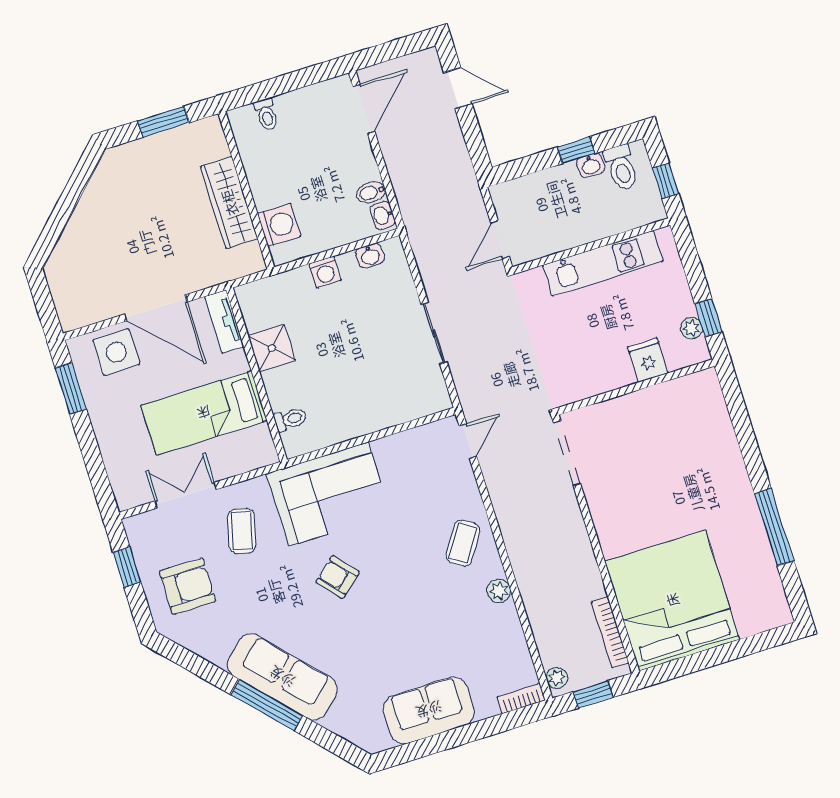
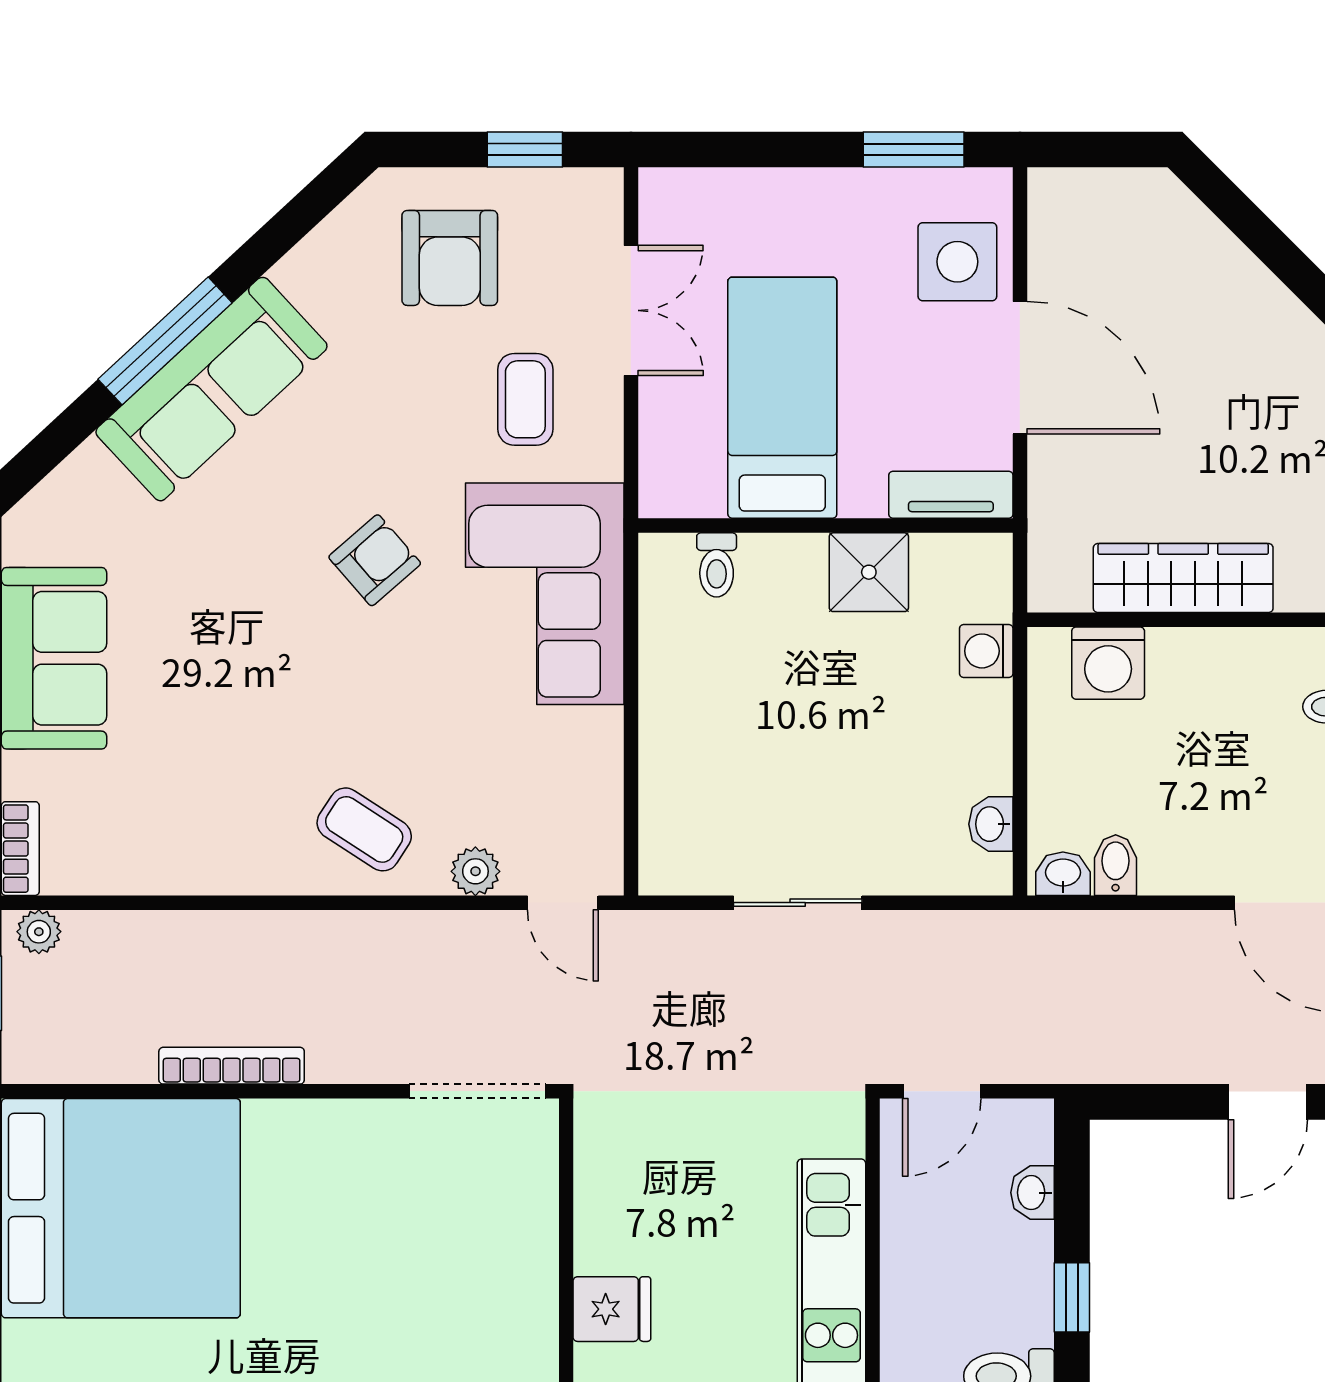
washbasin: (591, 165) -> (1032, 1193), moved
door: (500, 240) -> (942, 1091), swing flipped
washing machine: (325, 272) -> (986, 651), moved
door: (156, 308) -> (1020, 368), swing flipped
coffee table: (242, 531) -> (525, 399), turned 75
plant: (499, 591) -> (475, 871), moved
bookcase: (610, 632) -> (232, 1066), moved

